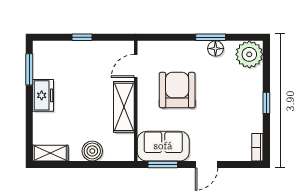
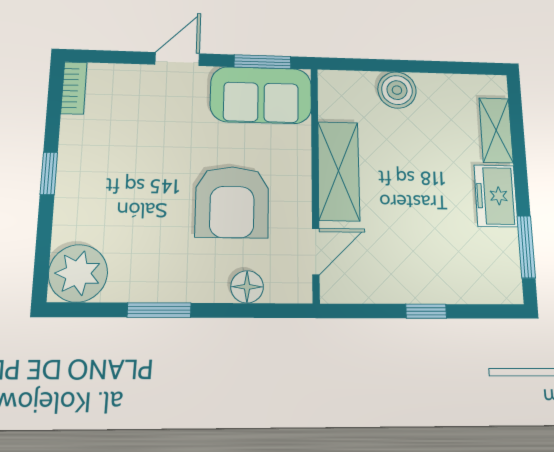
floor lamp: (215, 49) -> (247, 287), moved
shelving: (50, 153) -> (496, 130), moved, turned 90

